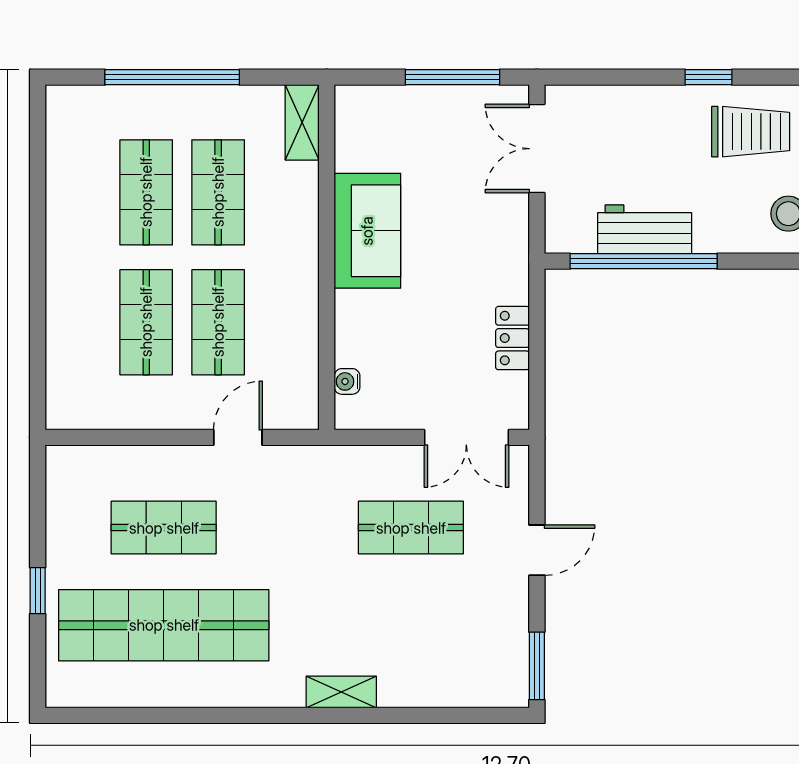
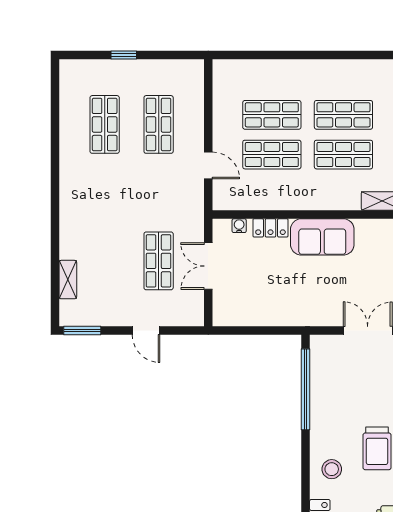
workbench: (645, 229) -> (323, 390), removed
locker: (513, 338) -> (270, 228), moved, turned 180
double door: (466, 437) -> (208, 266), moved
shop shelf: (164, 625) -> (105, 124), width x0.50, depth x0.74
shelving: (341, 692) -> (68, 280), moved

